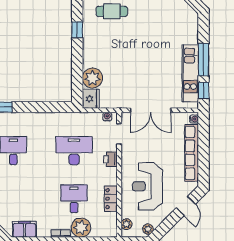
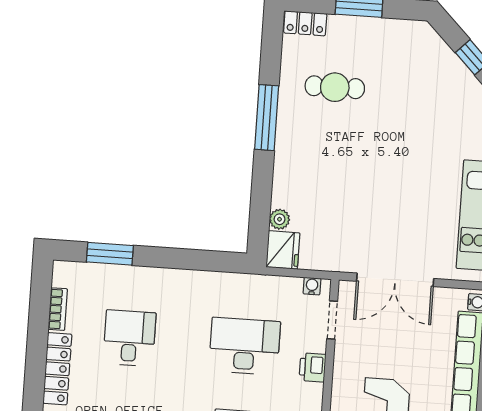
window: (77, 30) -> (267, 118), width x2.17
plant: (92, 78) -> (280, 219), width x0.53, depth x0.53

